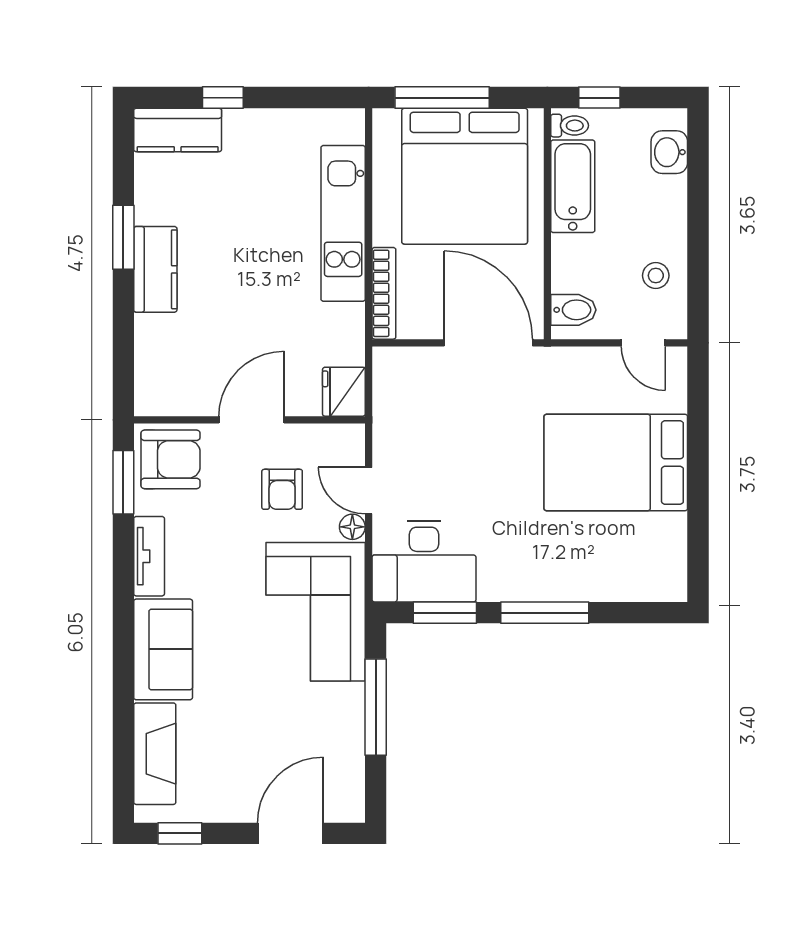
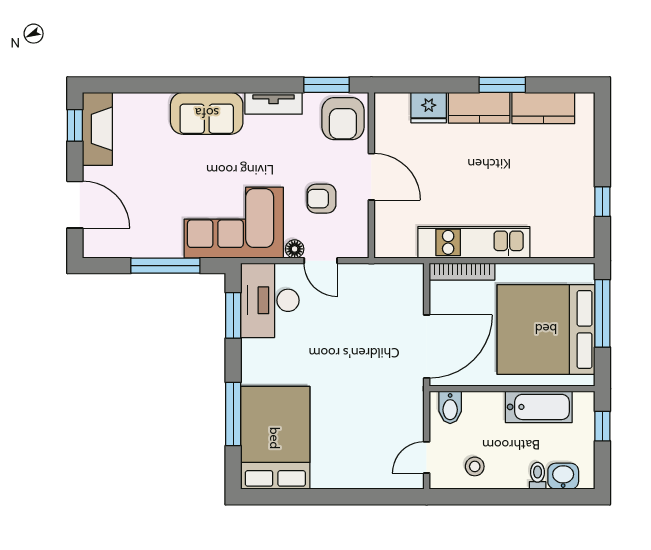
window: (223, 98) -> (602, 202), moved
toilet: (570, 126) -> (538, 476), moved, turned 180
kitchen counter: (178, 130) -> (543, 108), moved, turned -90
kitchen unit: (343, 223) -> (474, 242), moved
fridge: (344, 392) -> (429, 108), moved, turned 180
bed: (616, 463) -> (275, 438), moved
door: (369, 491) -> (321, 261), swing flipped
window: (545, 613) -> (233, 414), moved
fireplace: (155, 754) -> (97, 129), moved, turned -90

